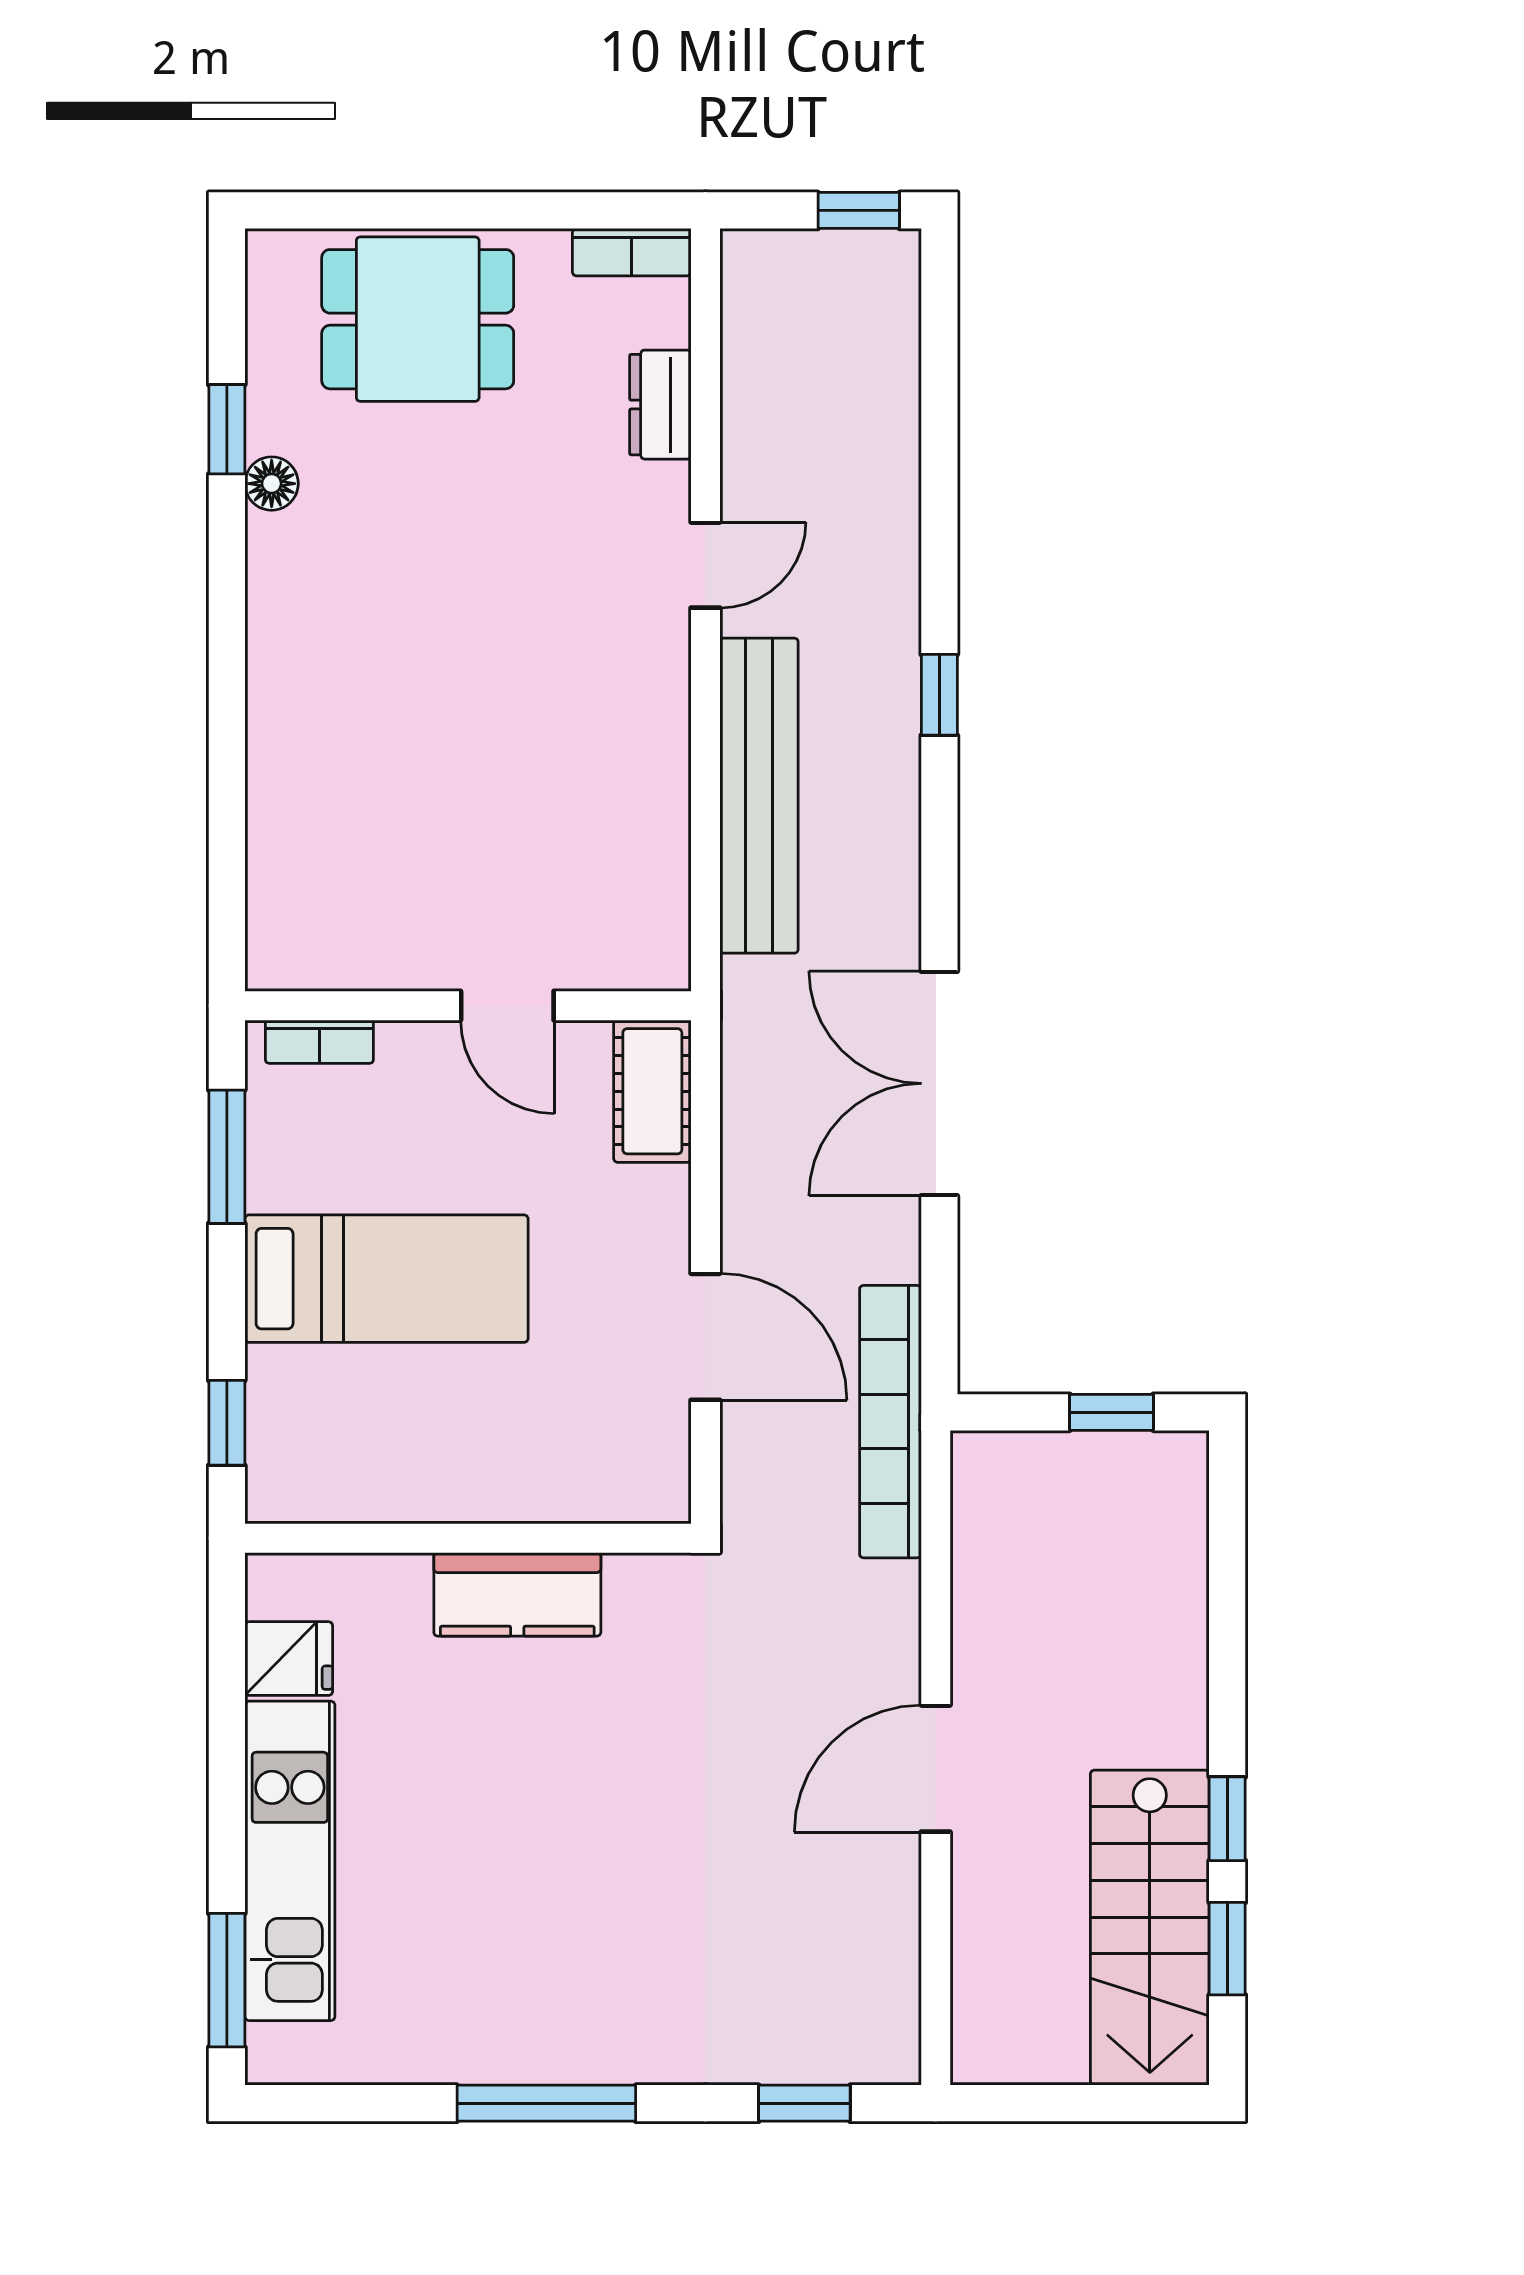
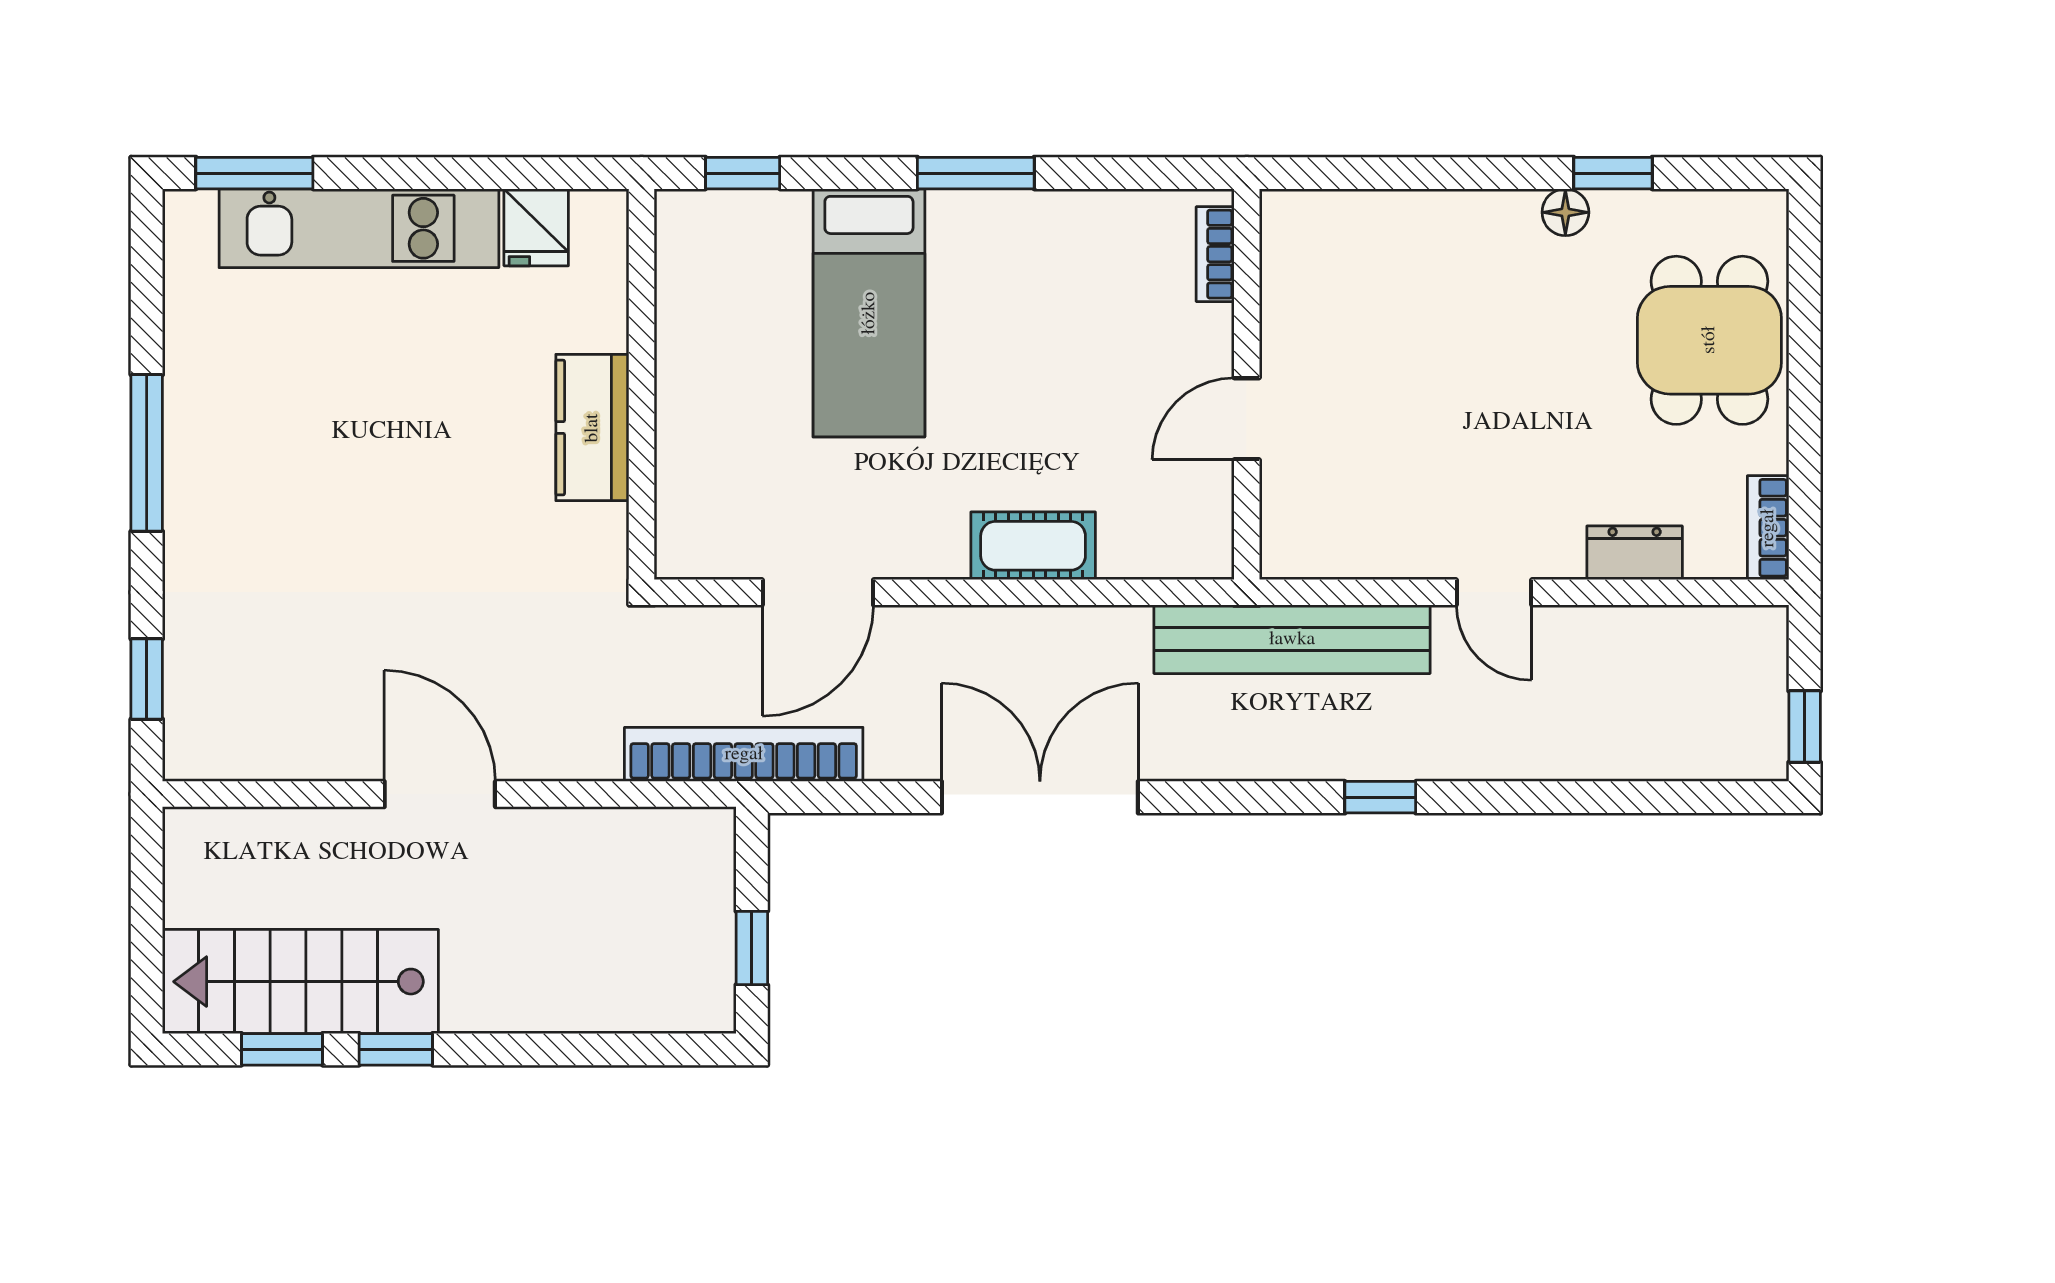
wall: (468, 1006) -> (1247, 384), moved
door: (507, 1006) -> (1247, 419), moved
bookcase: (319, 1042) -> (1215, 254), moved

